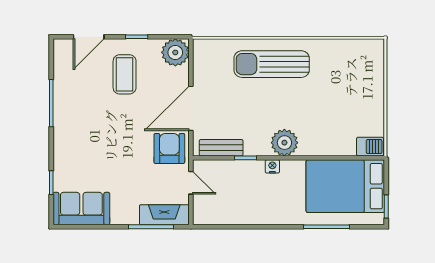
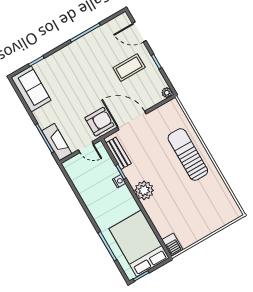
plant: (175, 52) -> (167, 93), width x0.53, depth x0.53
nightstand: (272, 166) -> (119, 181), moved
door: (191, 183) -> (86, 147), hinge flipped

